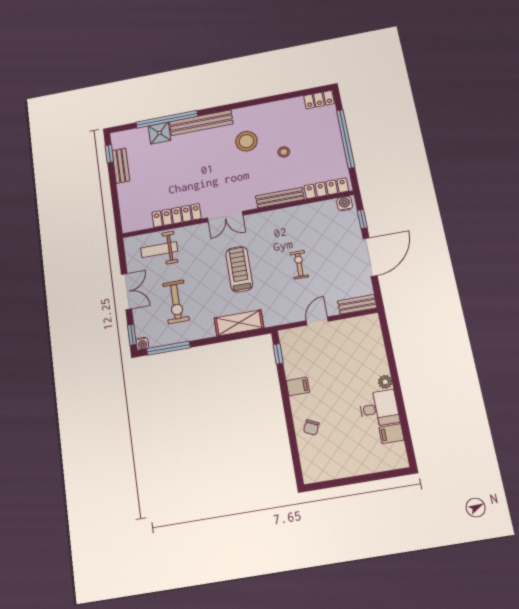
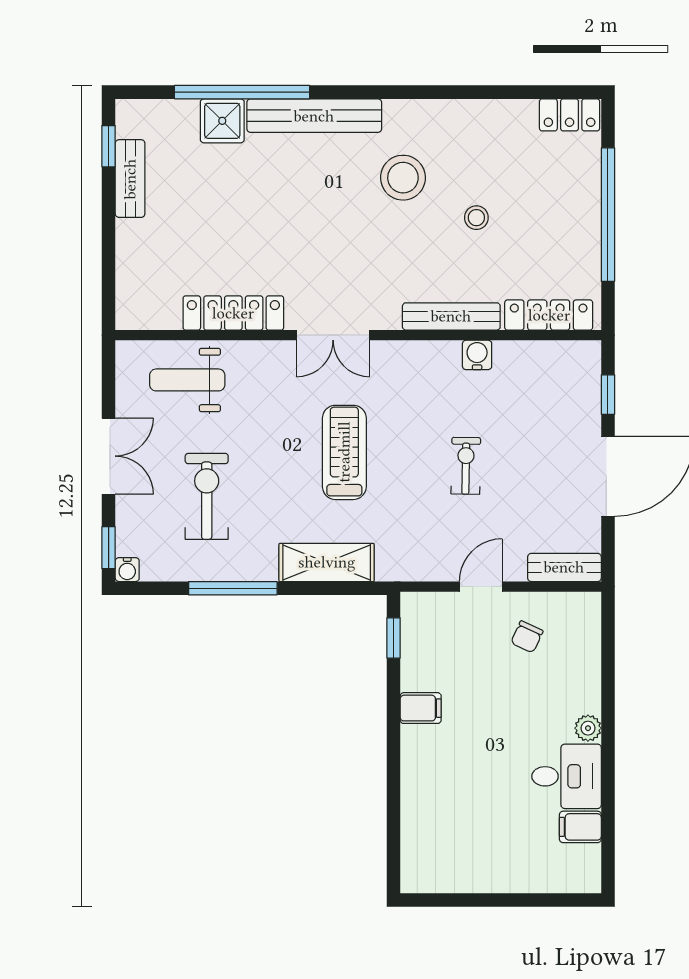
water cooler: (345, 204) -> (477, 355), moved
exercise bike: (176, 302) -> (207, 496), turned 180
window: (168, 348) -> (233, 588), moved
chair: (311, 427) -> (527, 637), moved

